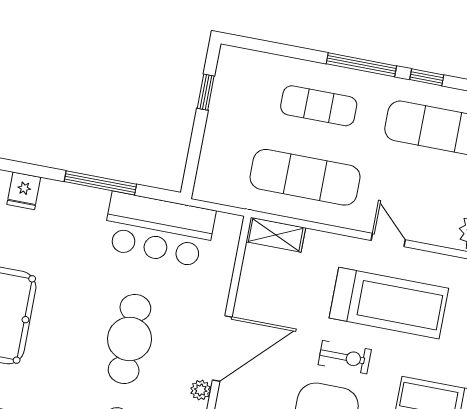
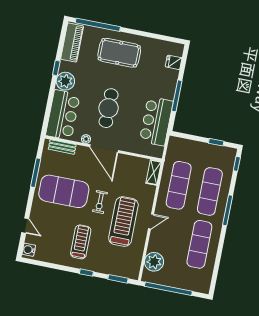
window: (427, 77) -> (237, 164), moved
exercise mat: (319, 106) -> (210, 191), width x1.36, depth x1.45
treadmill: (389, 303) -> (123, 222), turned 180
cafe table: (130, 339) -> (109, 108), turned 90

